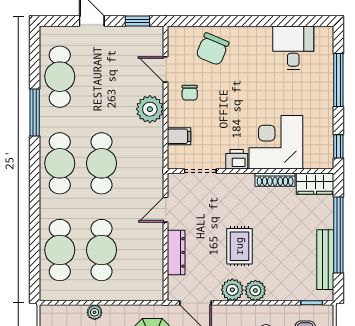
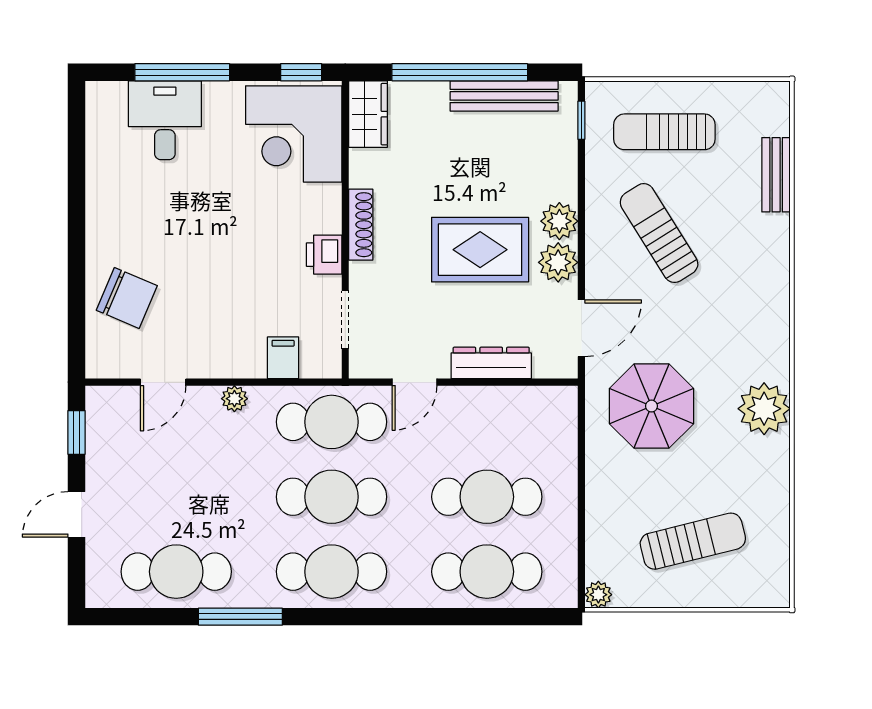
desk: (293, 48) -> (165, 120), moved, turned 90
chair: (190, 93) -> (205, 339), removed
plant: (150, 109) -> (234, 399), width x0.53, depth x0.53
corner desk: (276, 142) -> (294, 134), moved
cafe table: (143, 163) -> (332, 422), added
shoe rack: (275, 180) -> (361, 225), moved
door: (166, 210) -> (415, 382), hinge flipped
rug: (239, 246) -> (480, 250), width x1.36, depth x1.43
plant: (95, 312) -> (598, 595), moved

